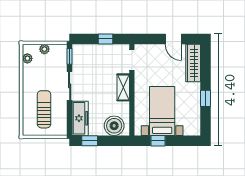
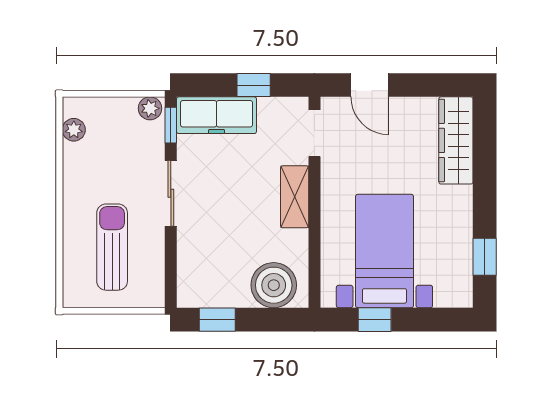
door: (173, 39) -> (370, 85), moved
plant: (44, 49) -> (150, 108), moved
window: (206, 98) -> (485, 257), moved
freezer: (80, 118) -> (217, 115), moved, turned 90

